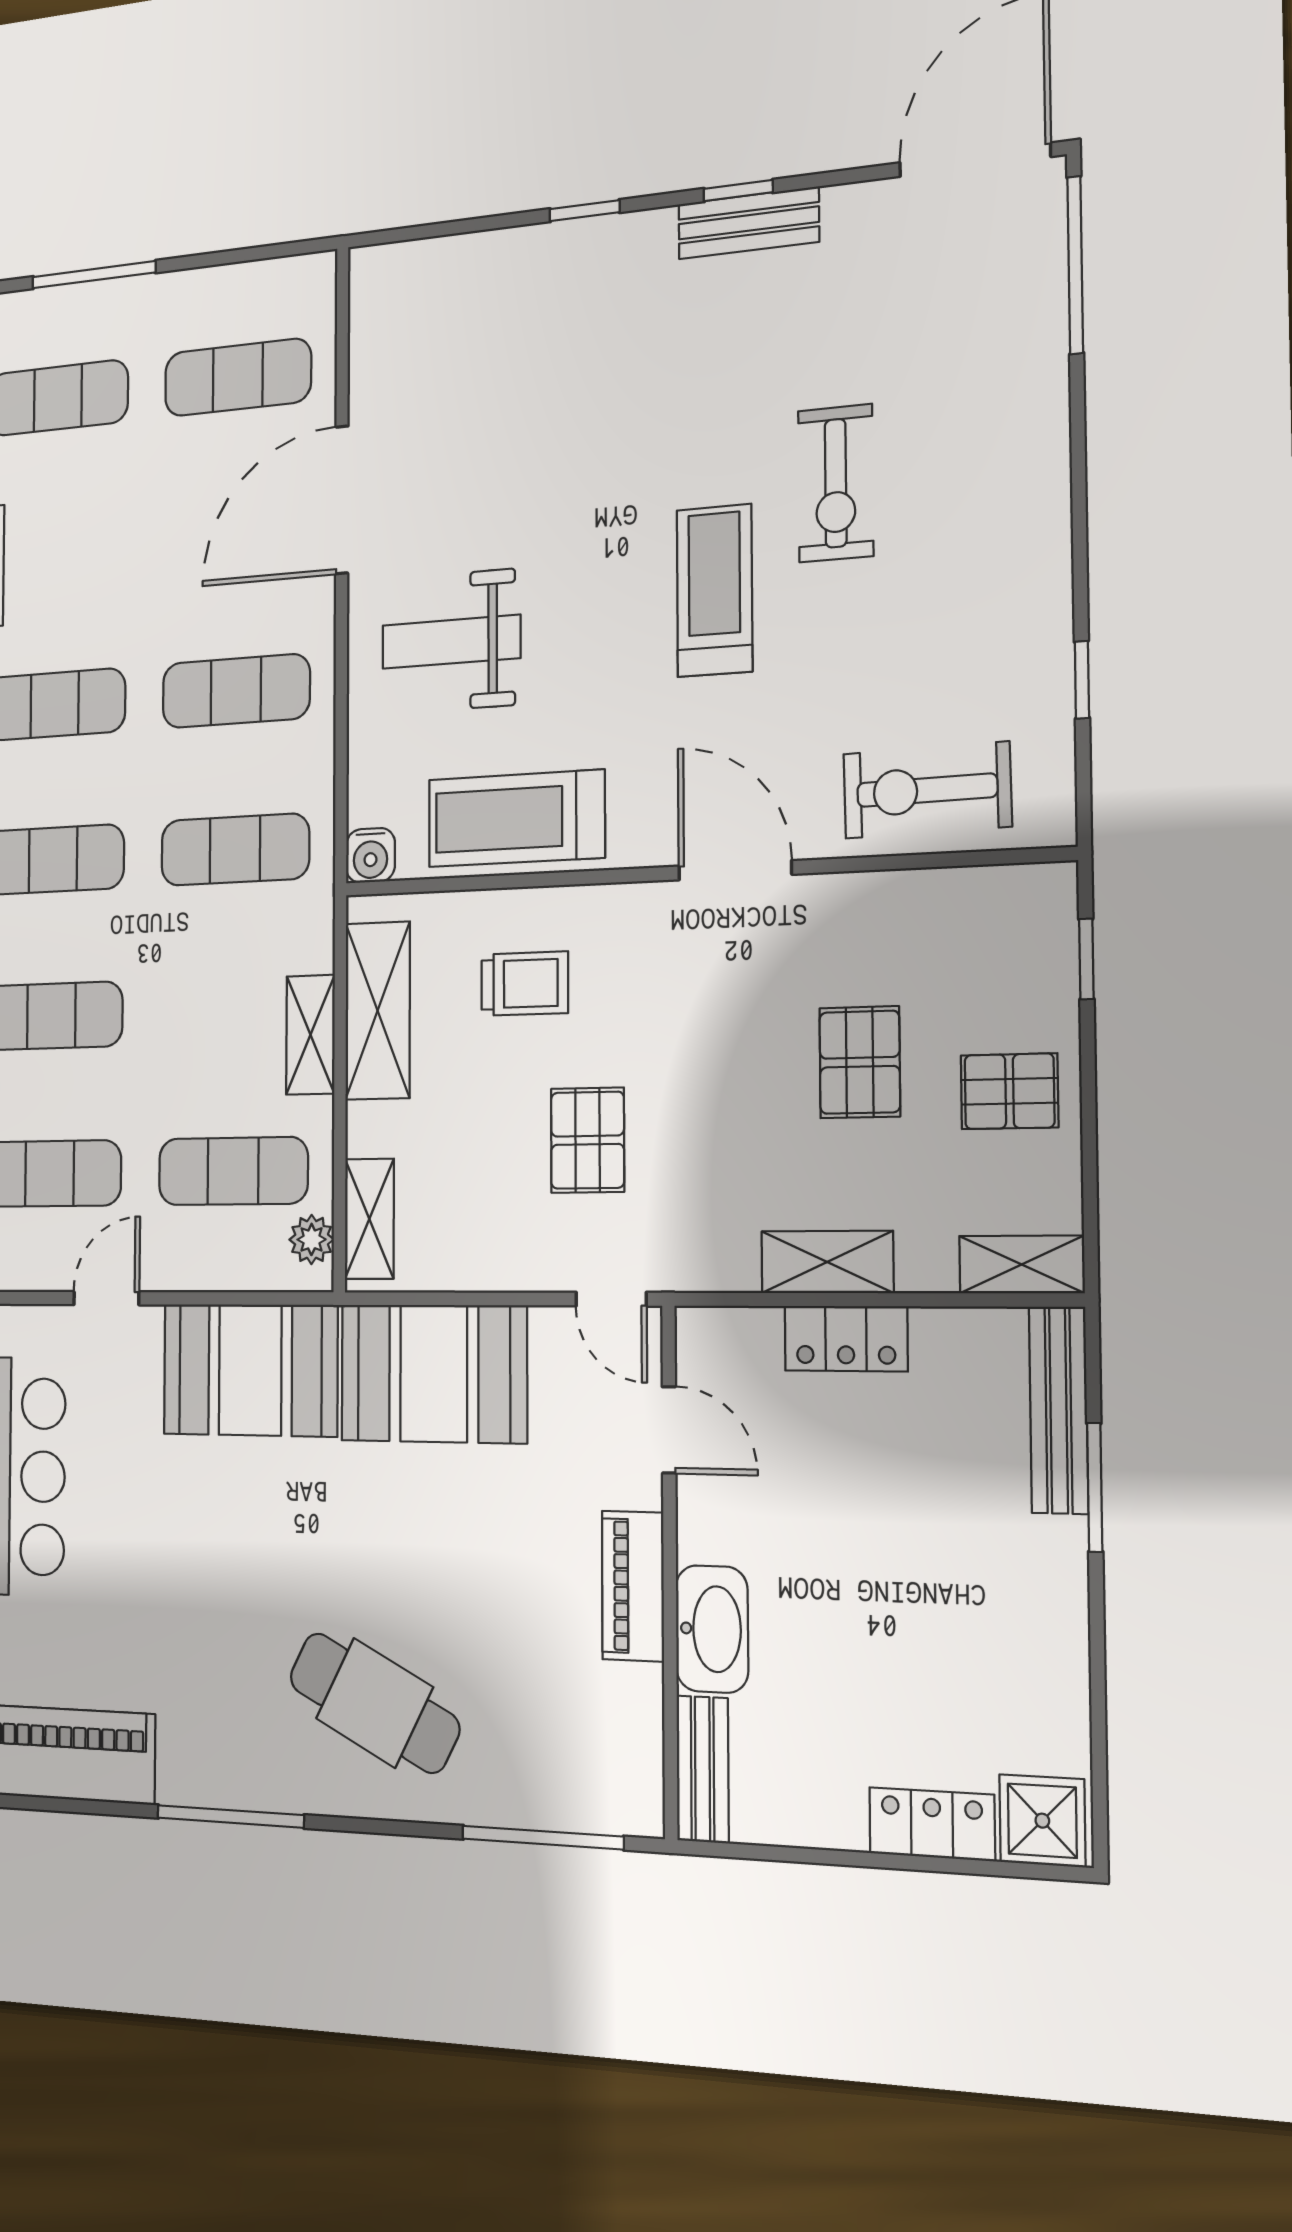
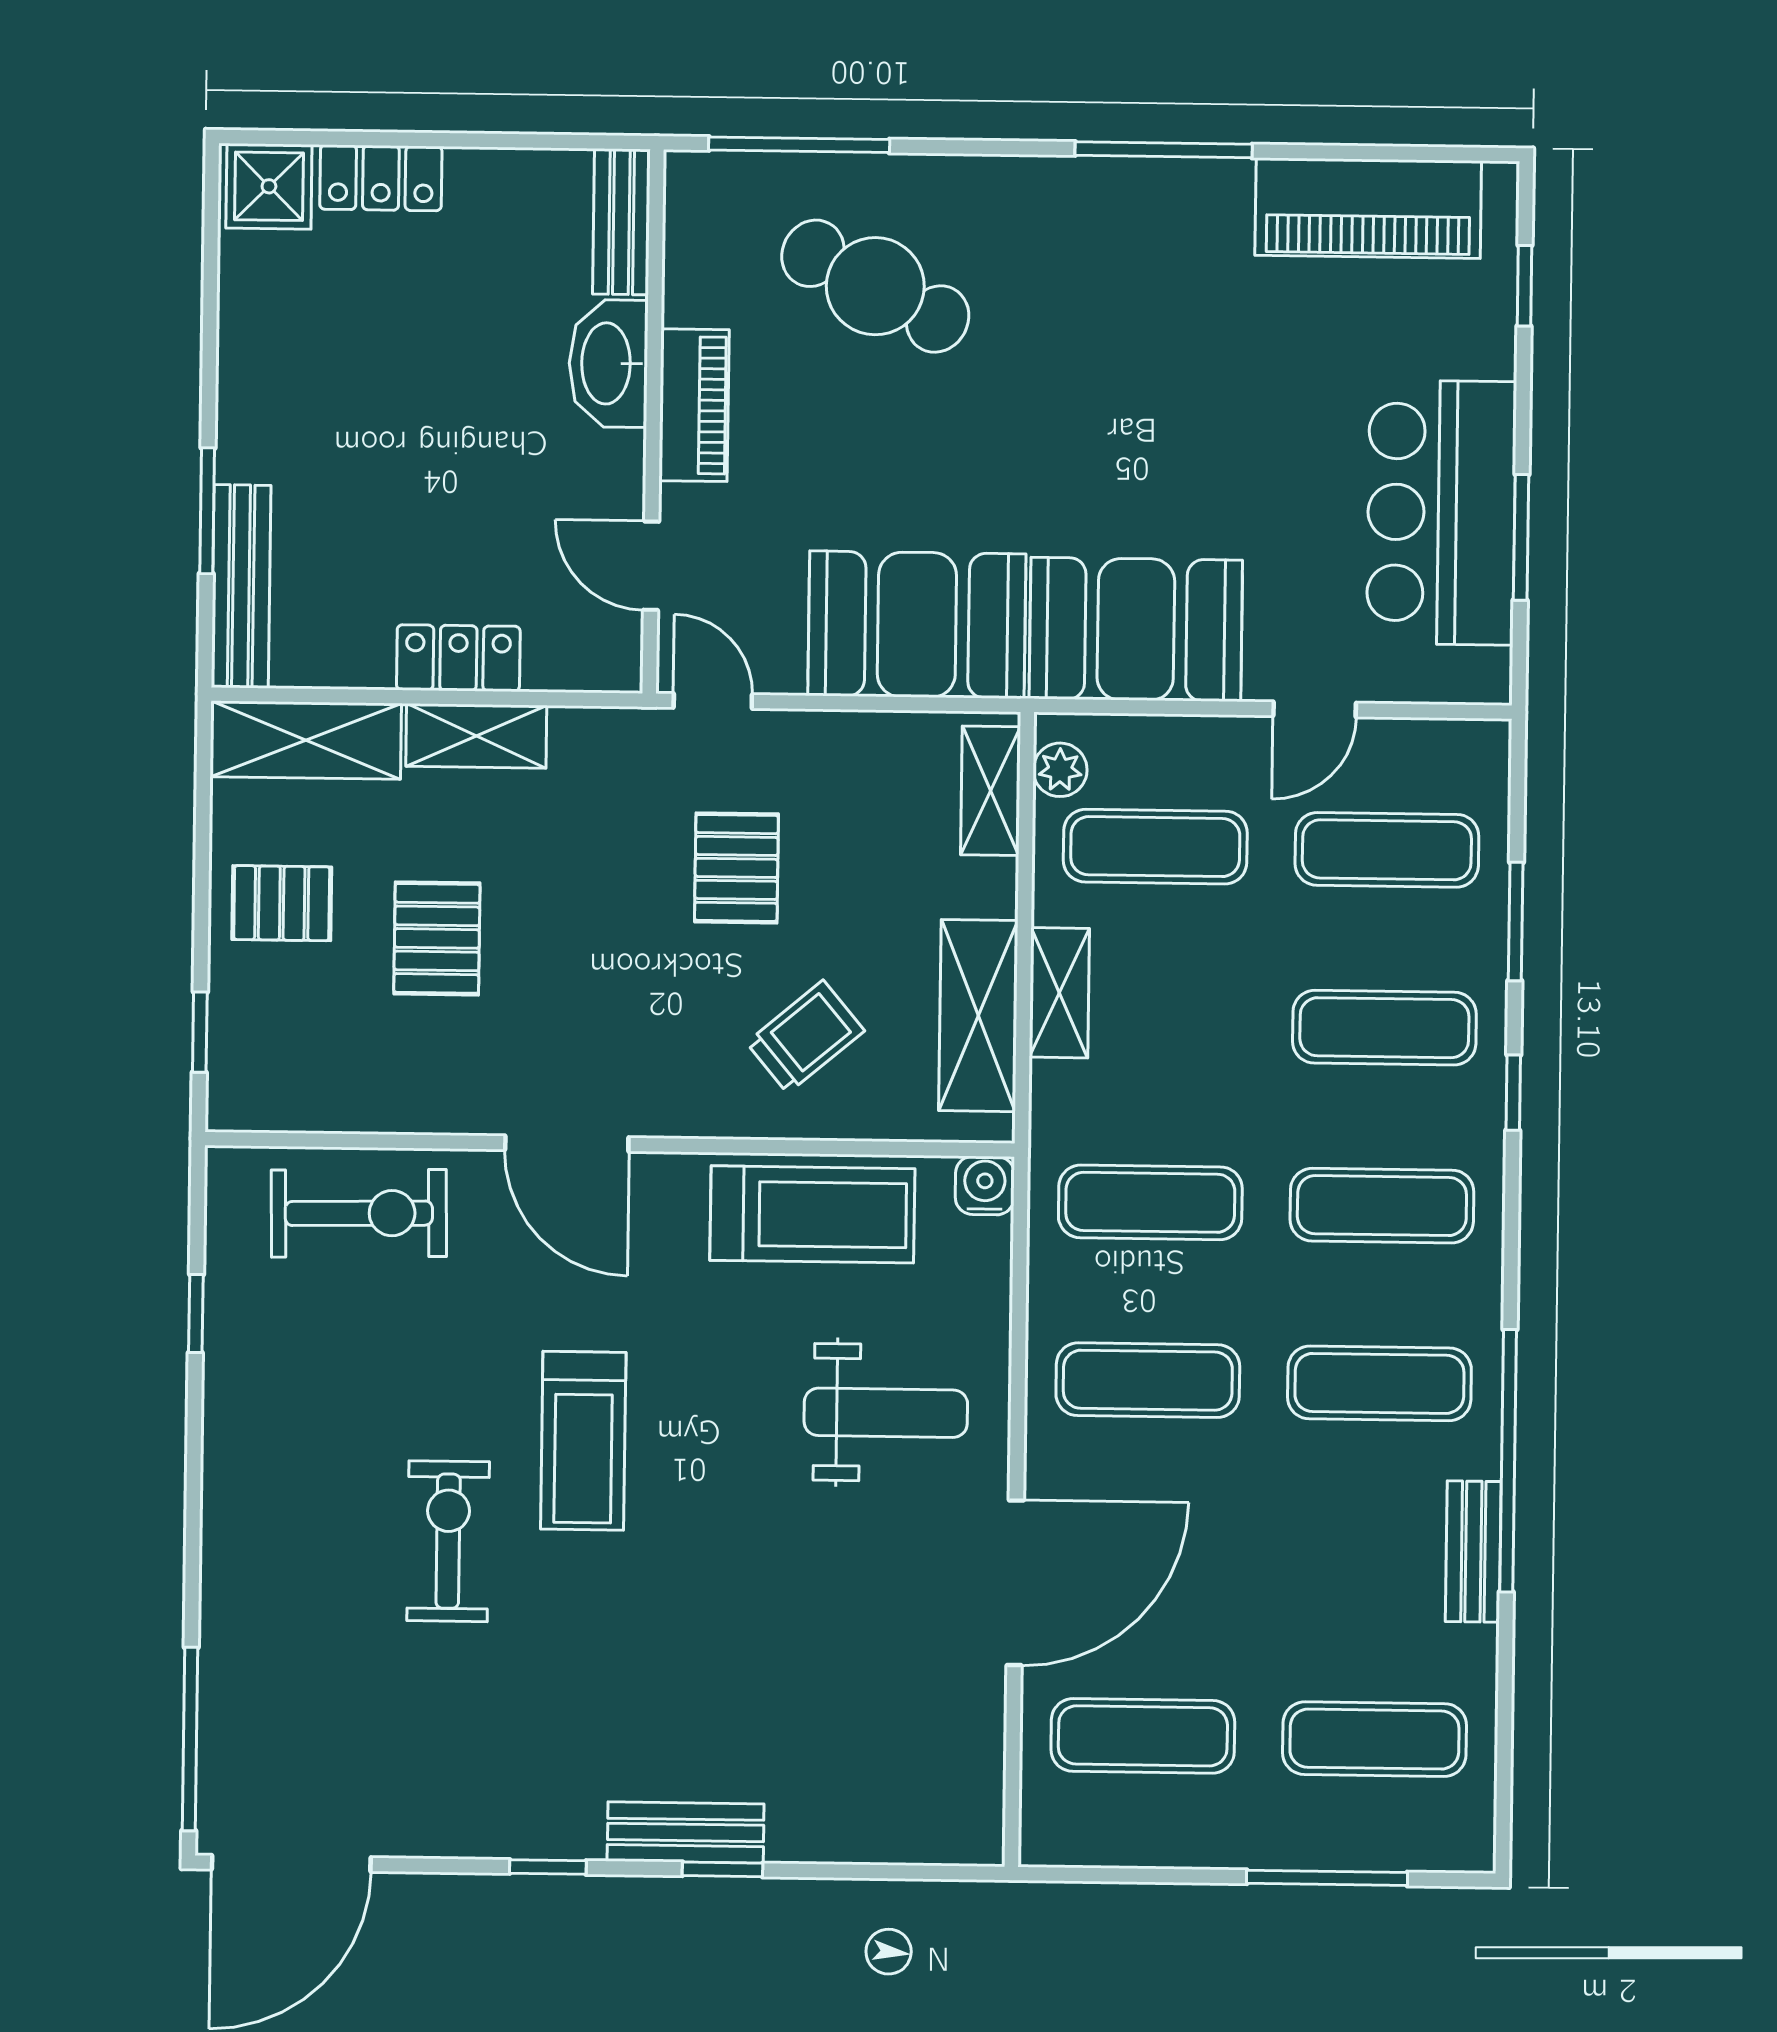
bench: (748, 223) -> (686, 1832), moved
trolley: (525, 984) -> (805, 1037), turned 140
shelving: (1022, 1265) -> (306, 740), width x1.50, depth x1.33
cafe table: (374, 1703) -> (875, 286), moved

